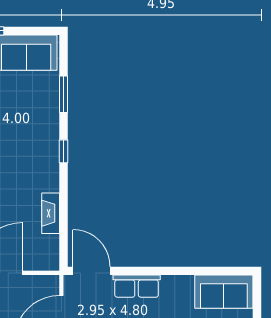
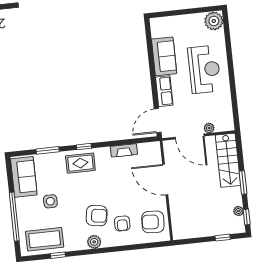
rug: (38, 143) -> (80, 163), added
sofa: (224, 292) -> (164, 56), moved

